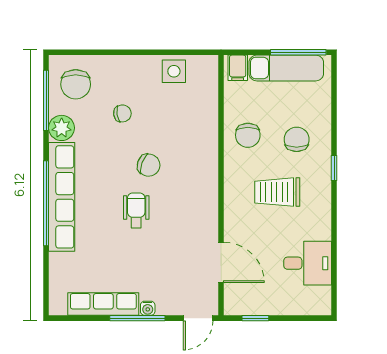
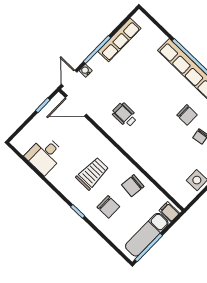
chair: (248, 135) -> (133, 186), turned -84
chair: (149, 165) -> (187, 115), moved, turned -110
wheelchair: (136, 210) -> (125, 115), moved, turned 180
door: (221, 262) -> (76, 106), moved
water cooler: (148, 308) -> (86, 71), moved

